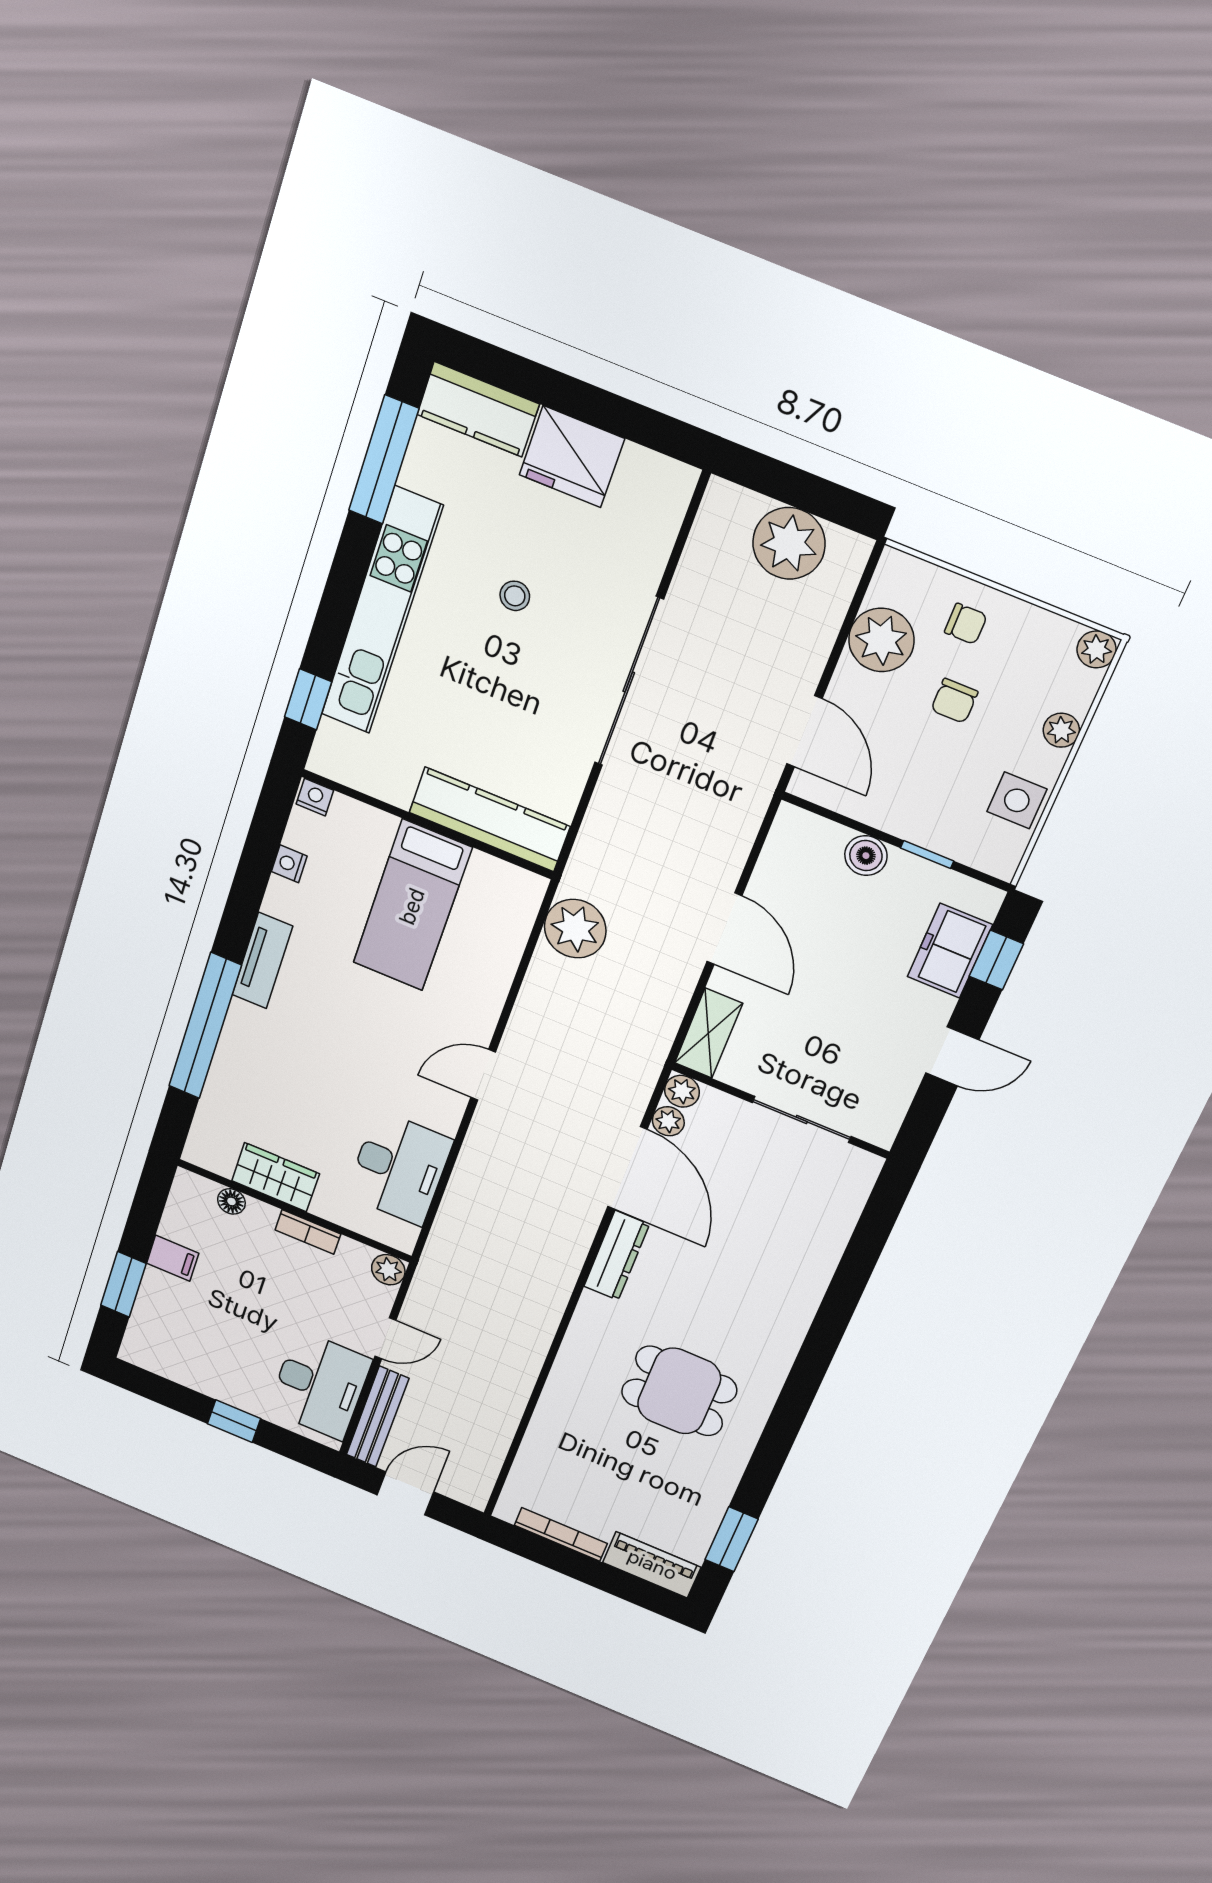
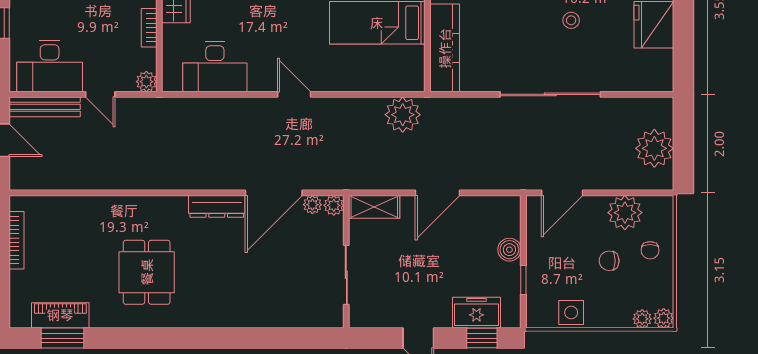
plant: (1061, 730) -> (642, 319), moved
piano: (652, 1565) -> (60, 315), moved, turned -90

